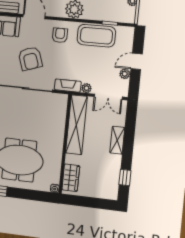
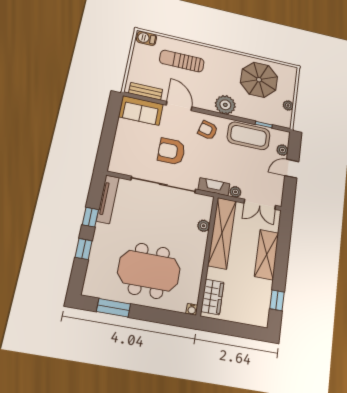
armchair: (60, 35) -> (208, 130), turned -75
armchair: (30, 59) -> (171, 151), turned 109
plant: (125, 74) -> (282, 150), moved
plant: (61, 120) -> (204, 226), added
shelving: (117, 140) -> (267, 255), width x1.50, depth x1.33

